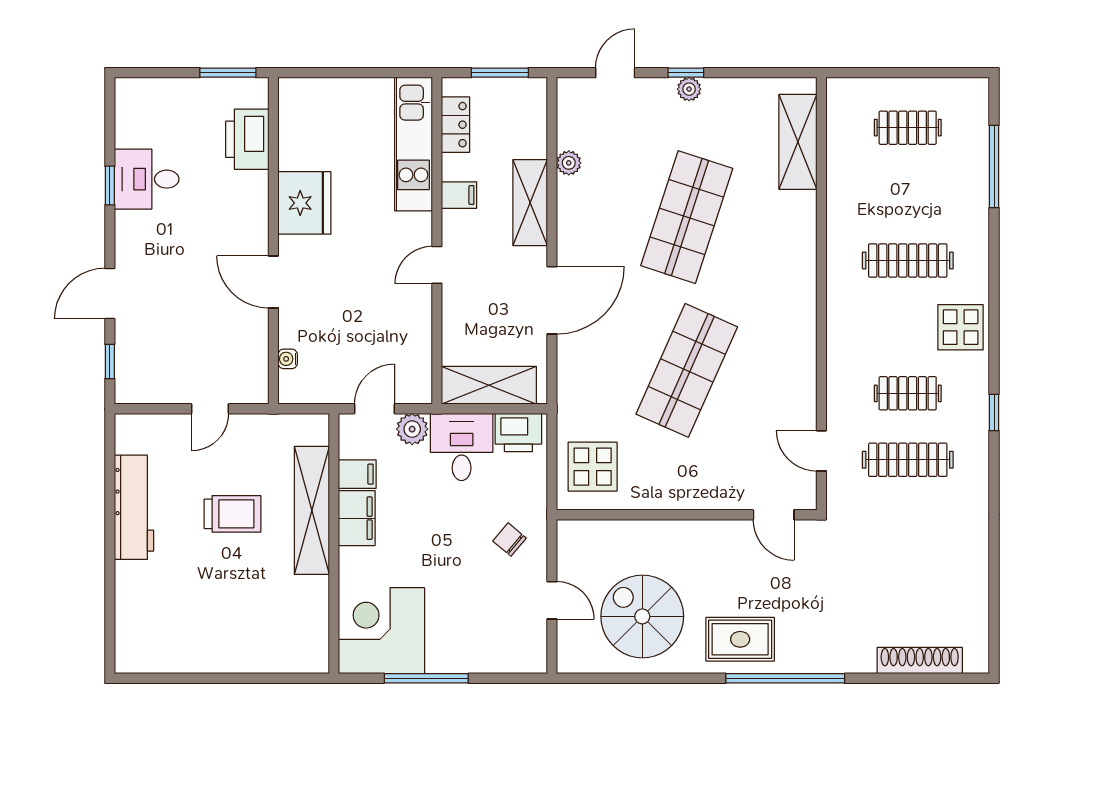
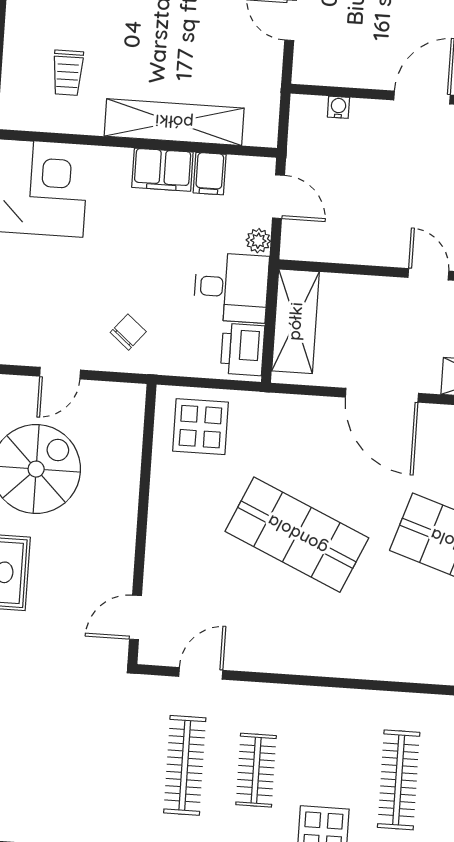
plant: (412, 429) -> (258, 241), width x0.73, depth x0.73
trolley: (232, 514) -> (68, 73), moved, width x0.73, depth x0.72

